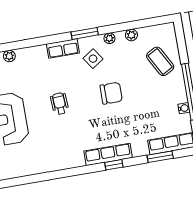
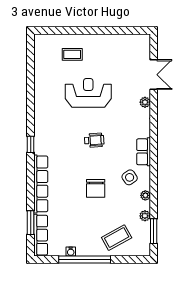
window: (85, 33) -> (154, 231), moved
row of seats: (108, 154) -> (41, 184), width x1.36
window: (114, 165) -> (31, 144), moved

